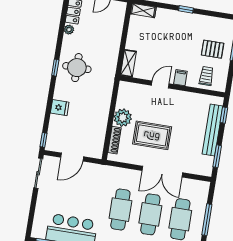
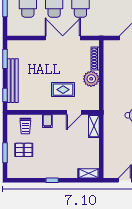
door: (160, 84) -> (74, 112), moved
rug: (152, 135) -> (63, 90), moved, width x0.73, depth x0.70
double door: (162, 172) -> (63, 38), moved

